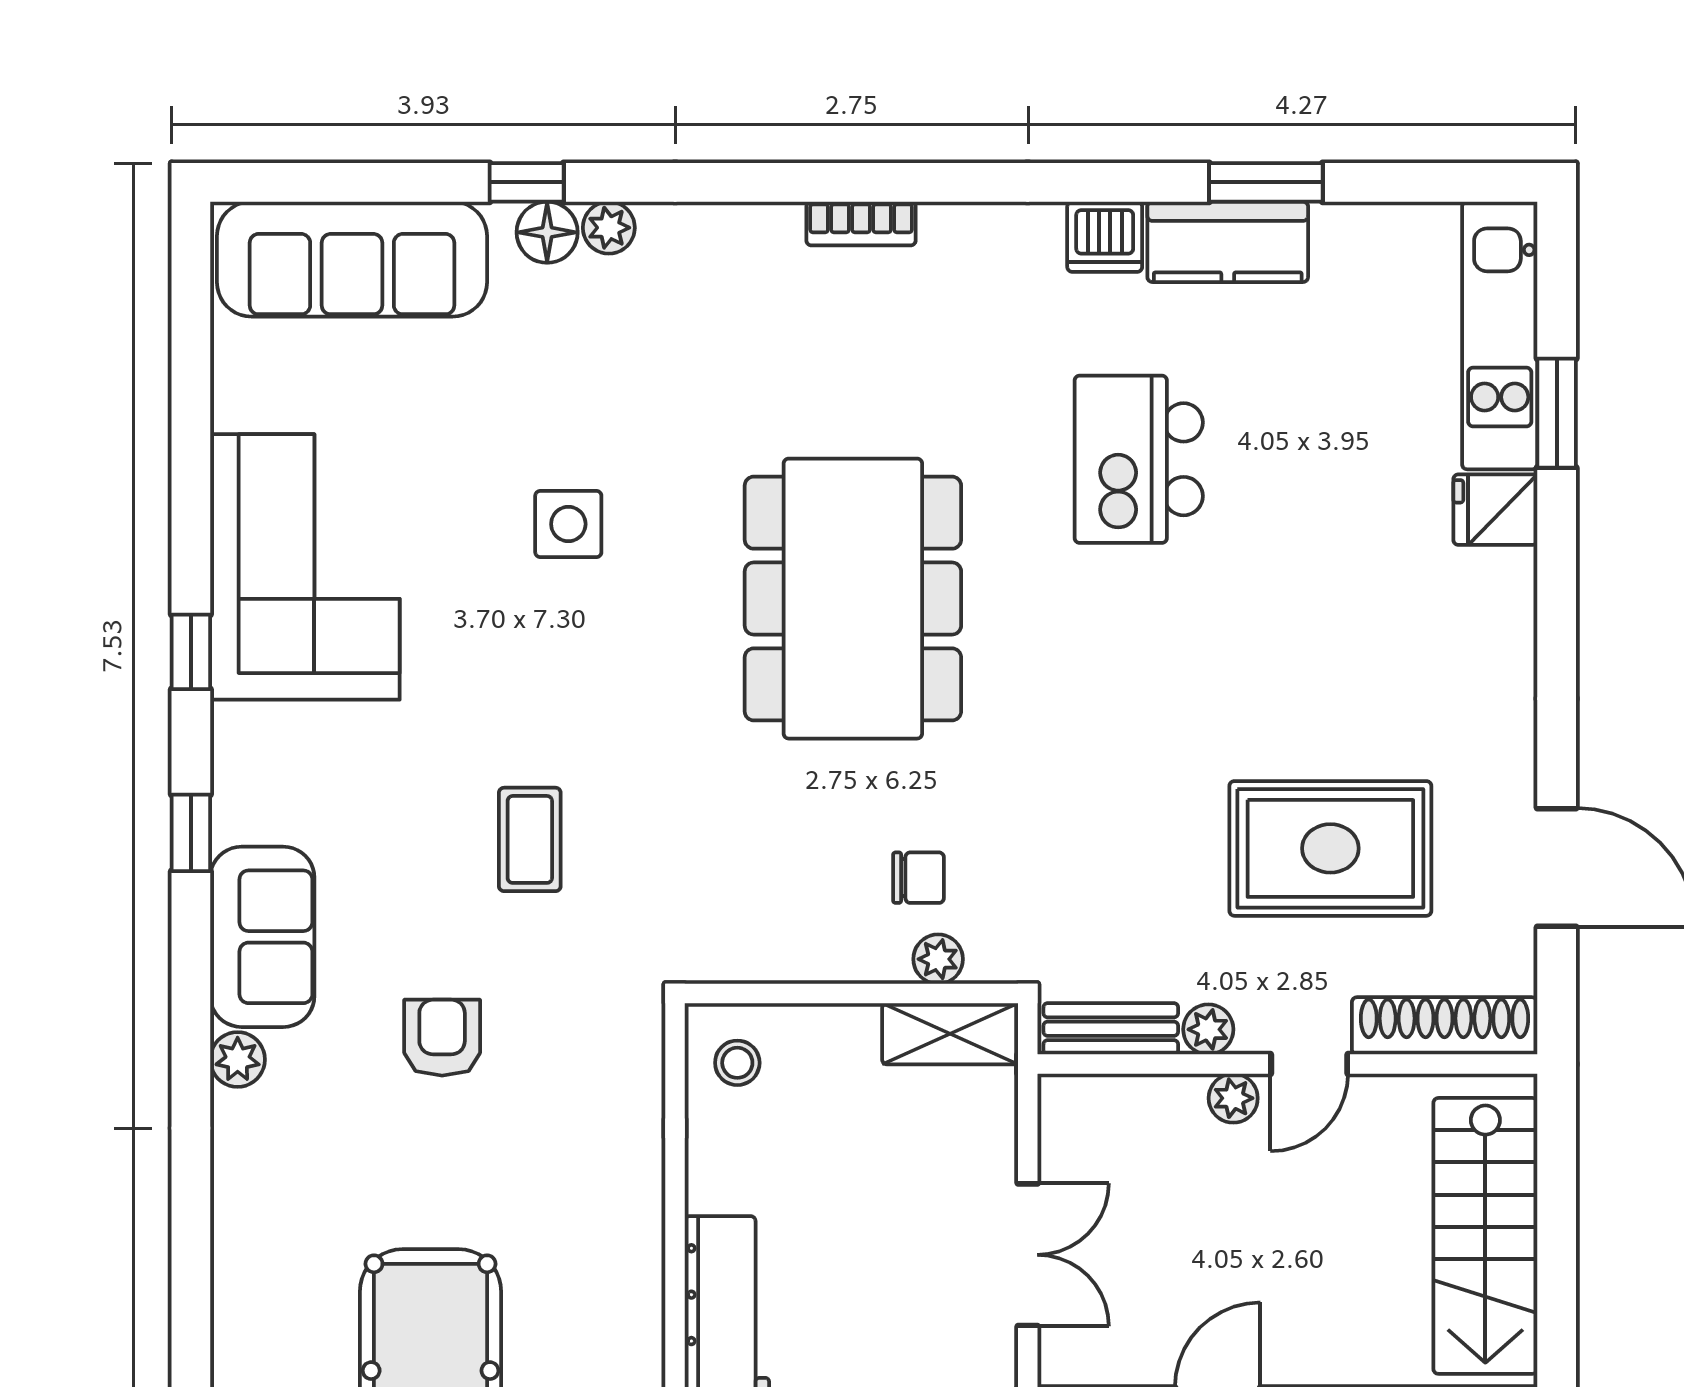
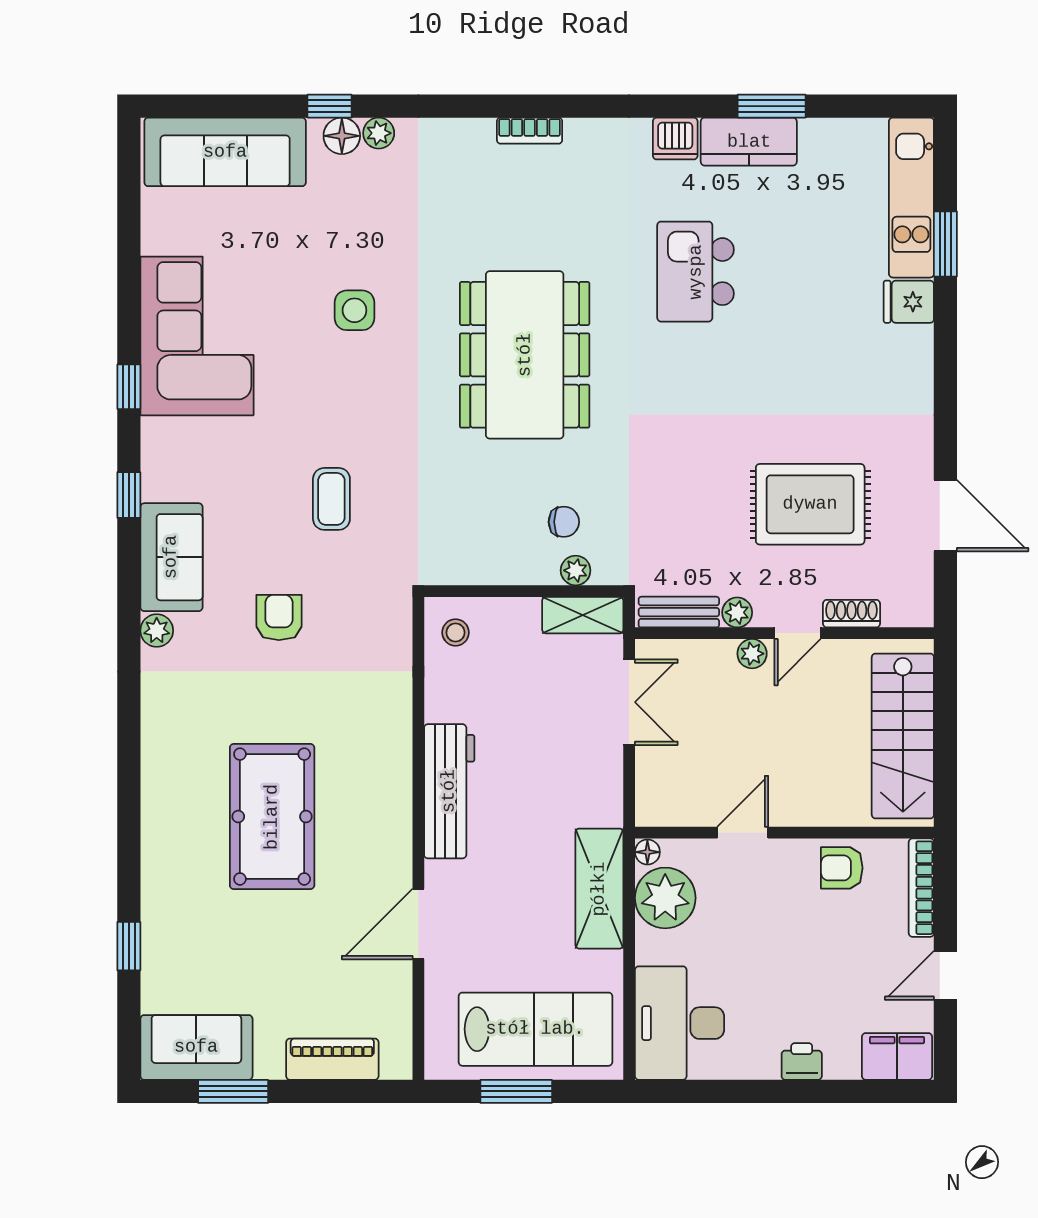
shoe rack: (1444, 1026) -> (851, 614), width x0.51, depth x0.81
double door: (1028, 1255) -> (629, 702), moved

